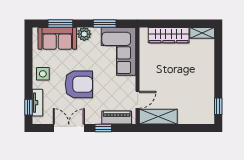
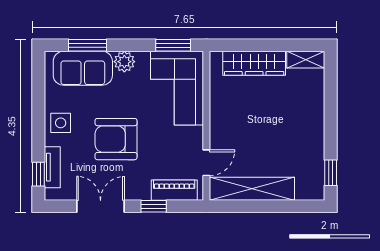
window: (105, 23) -> (173, 45), moved
armchair: (79, 84) -> (116, 139), turned 180
shelving: (158, 117) -> (252, 189), width x1.47

